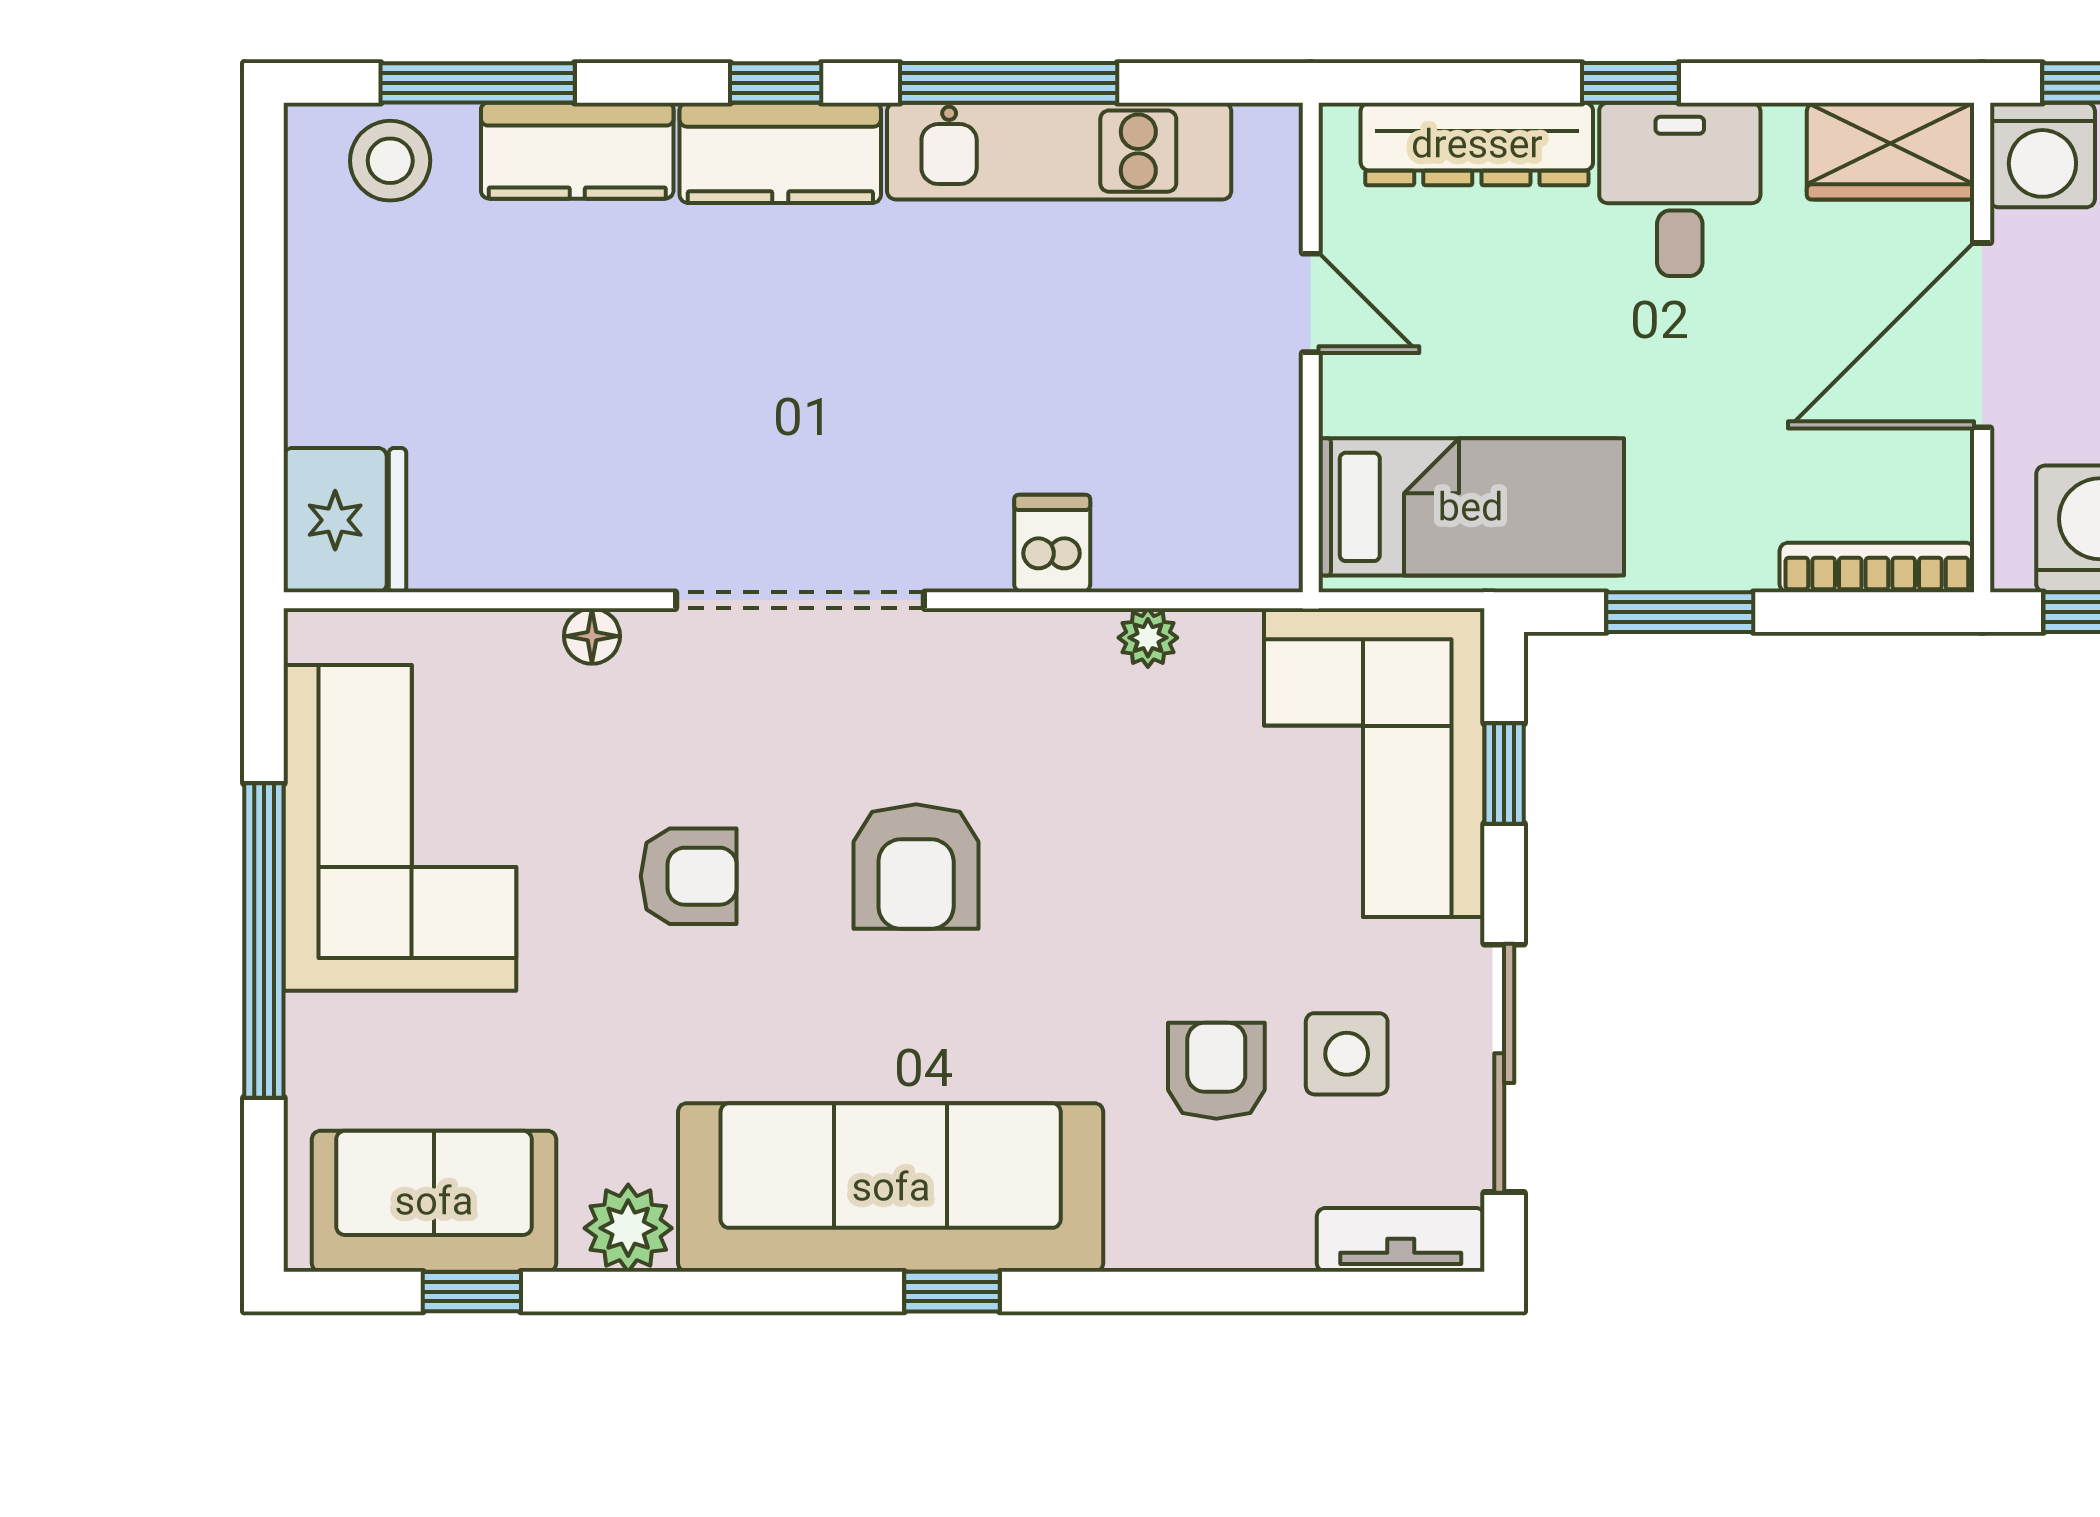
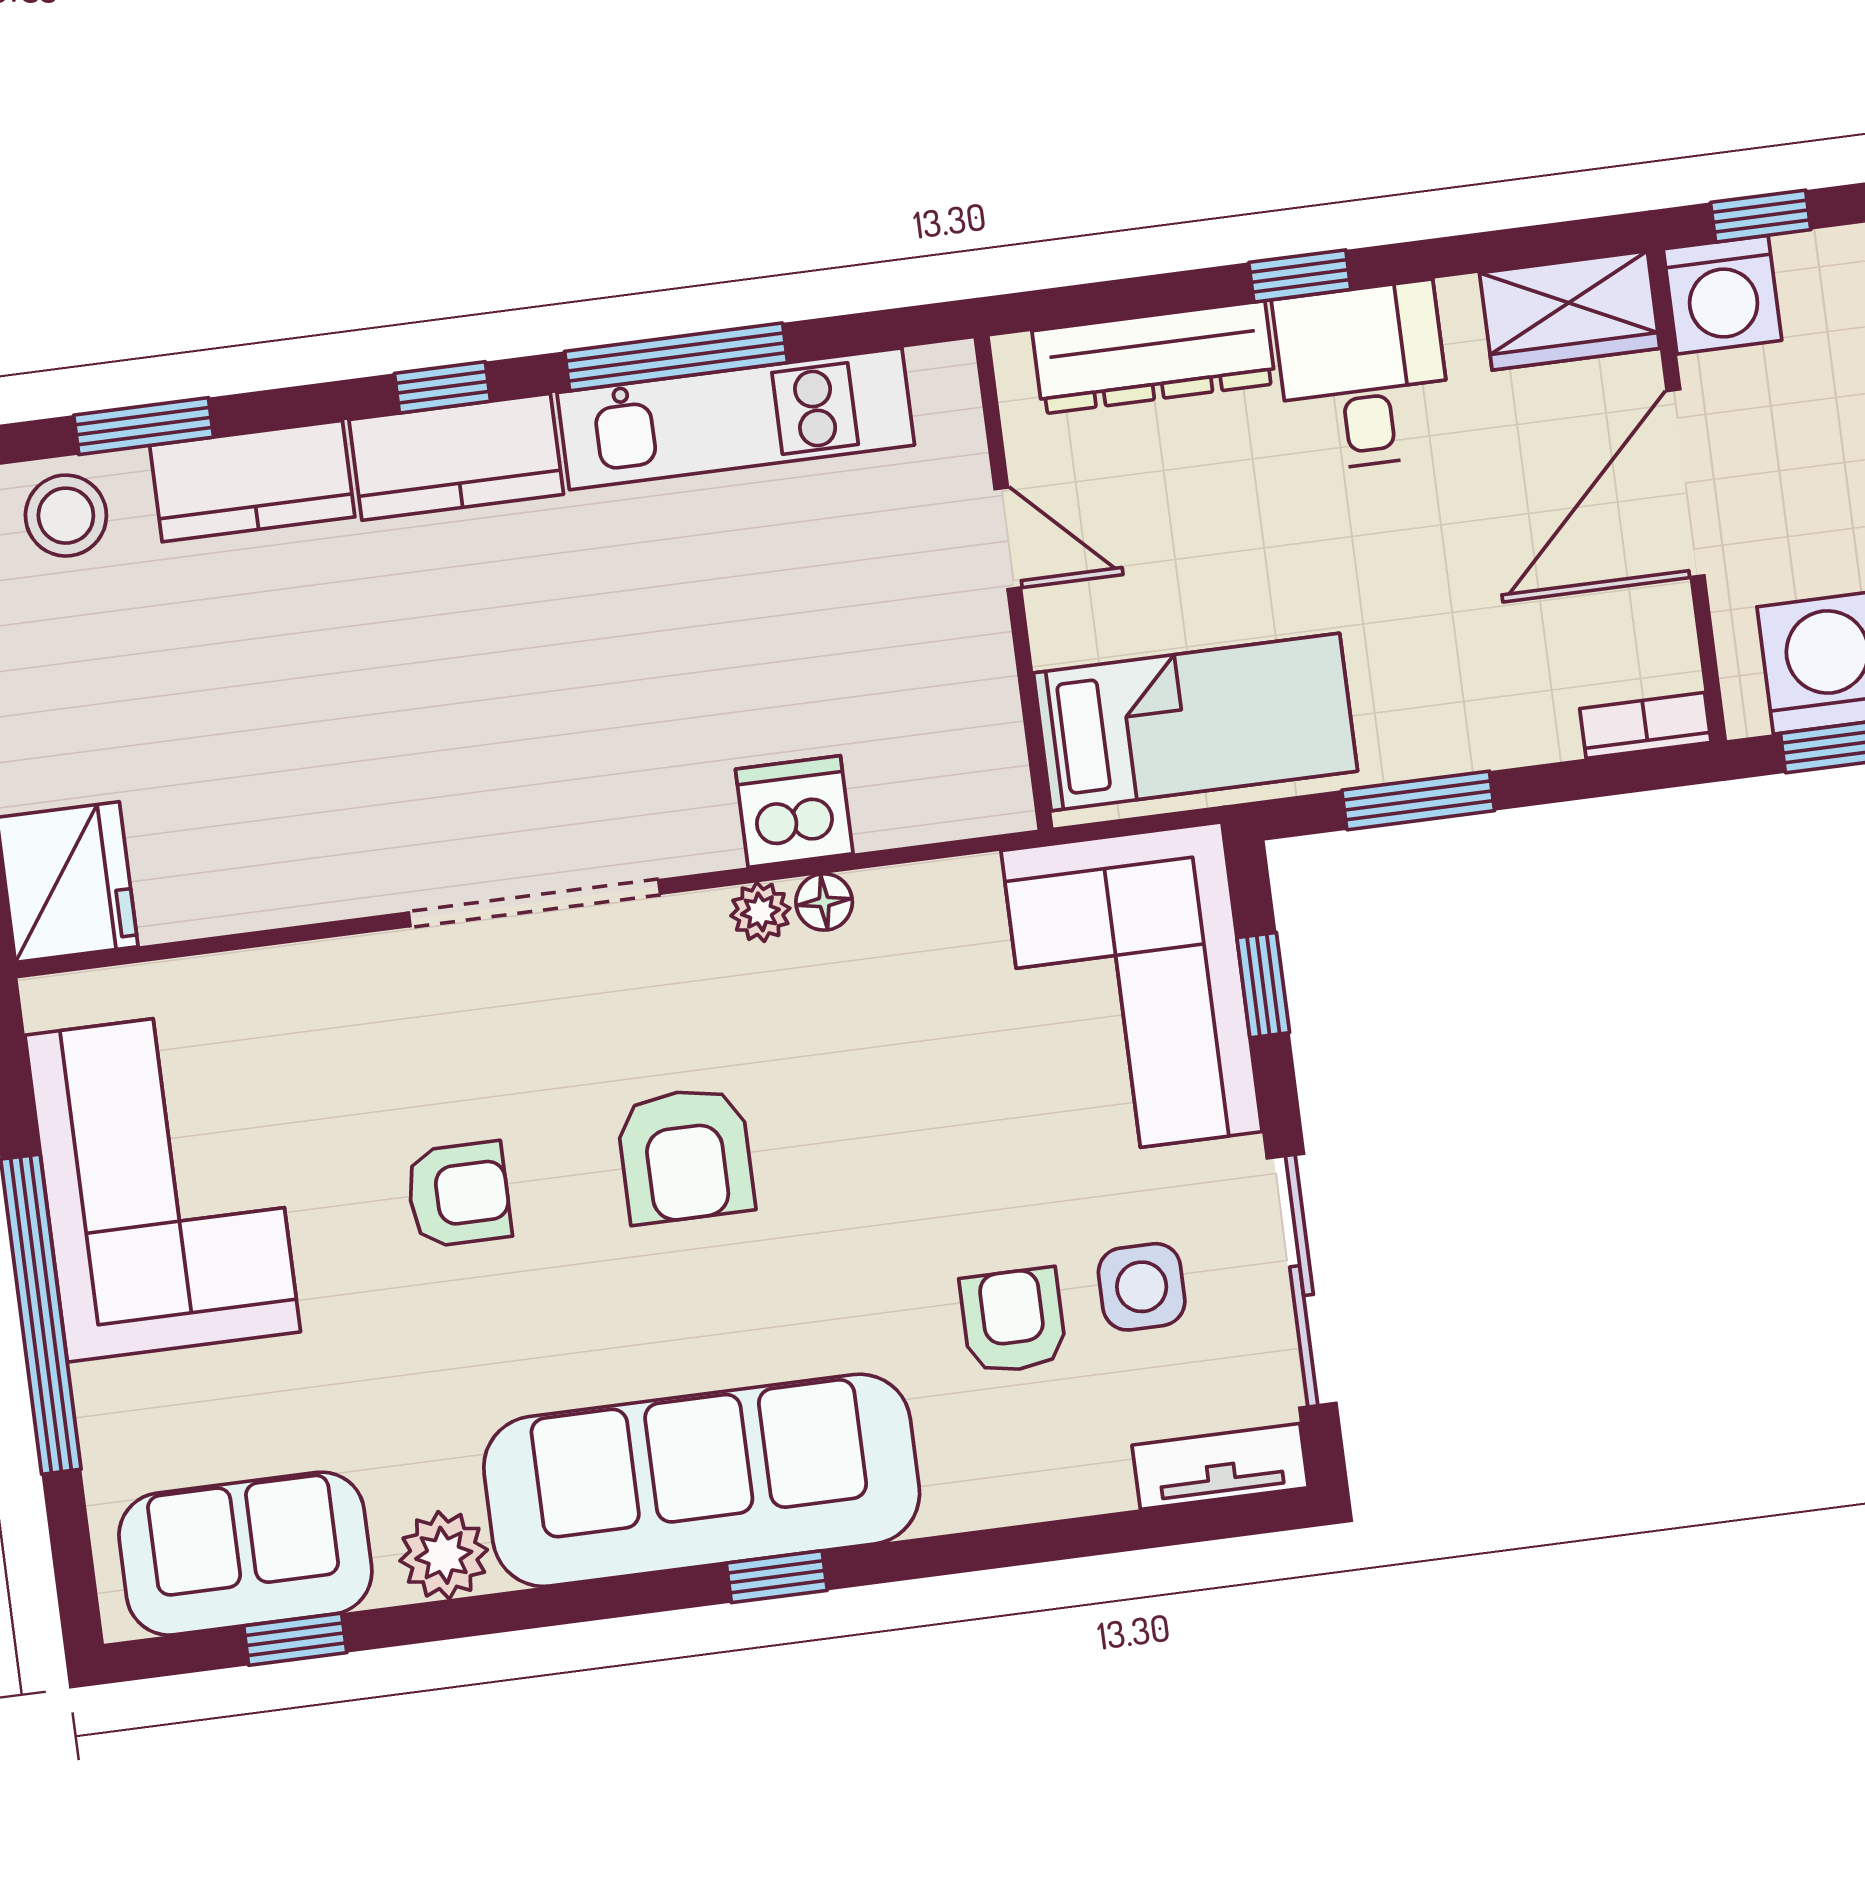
window: (478, 83) -> (144, 426), width x0.69
dishwasher: (1052, 544) -> (794, 811), width x1.38
bookcase: (1877, 568) -> (1645, 725), width x0.64
floor lamp: (592, 636) -> (824, 902), moved
plant: (1148, 638) -> (760, 912), moved

